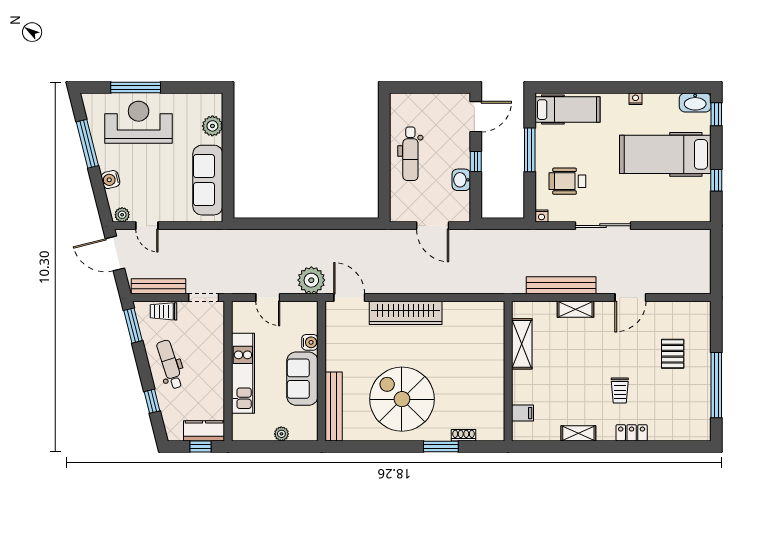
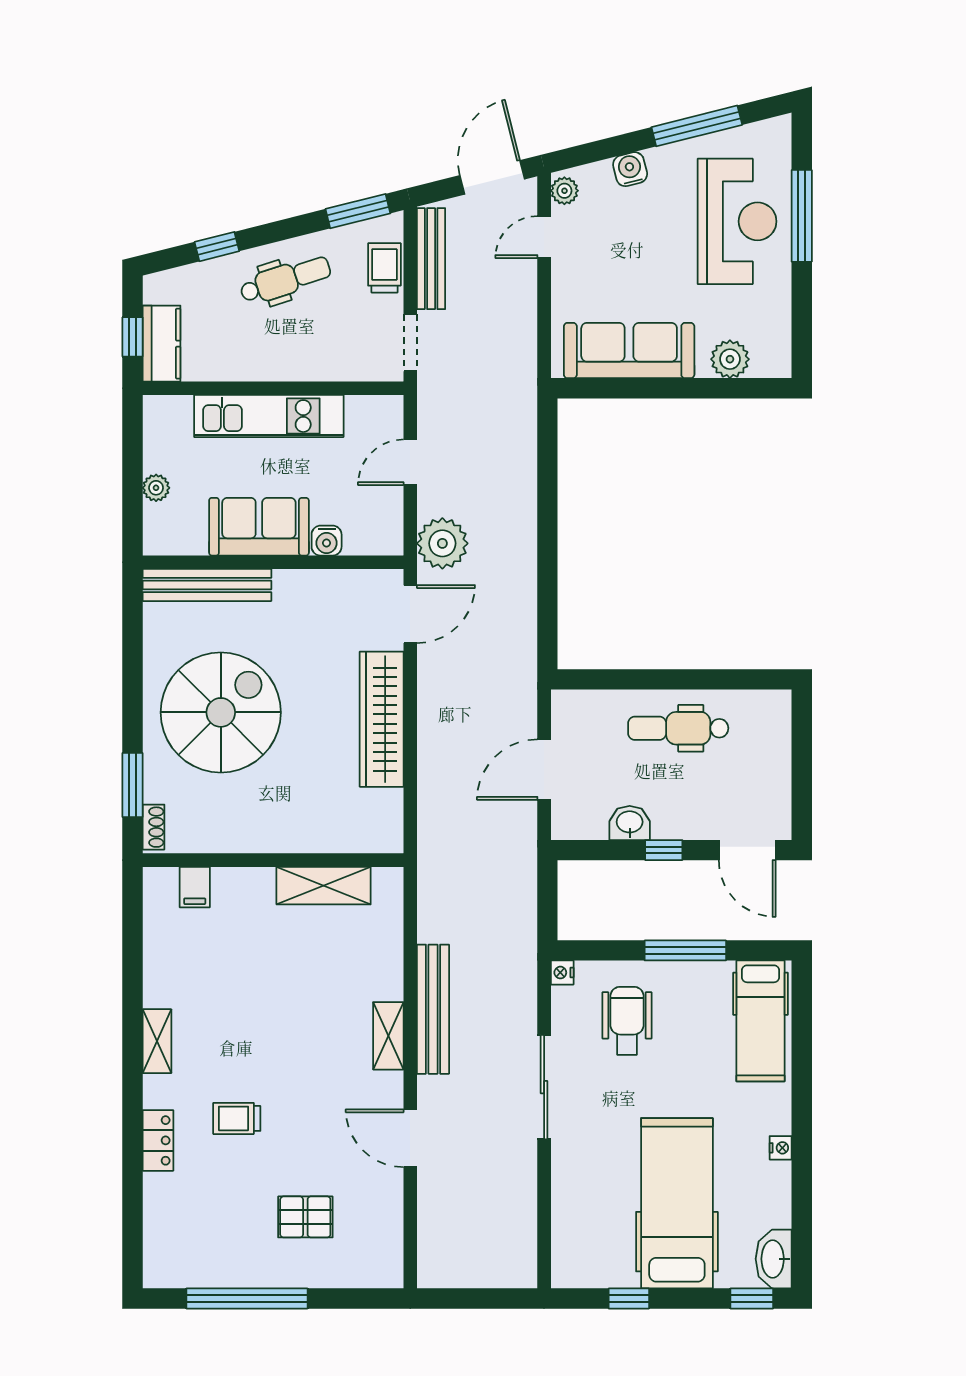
shelving: (522, 344) -> (324, 886), moved
wall: (508, 371) -> (273, 860), moved
filing cabinet: (523, 413) -> (195, 887), moved

